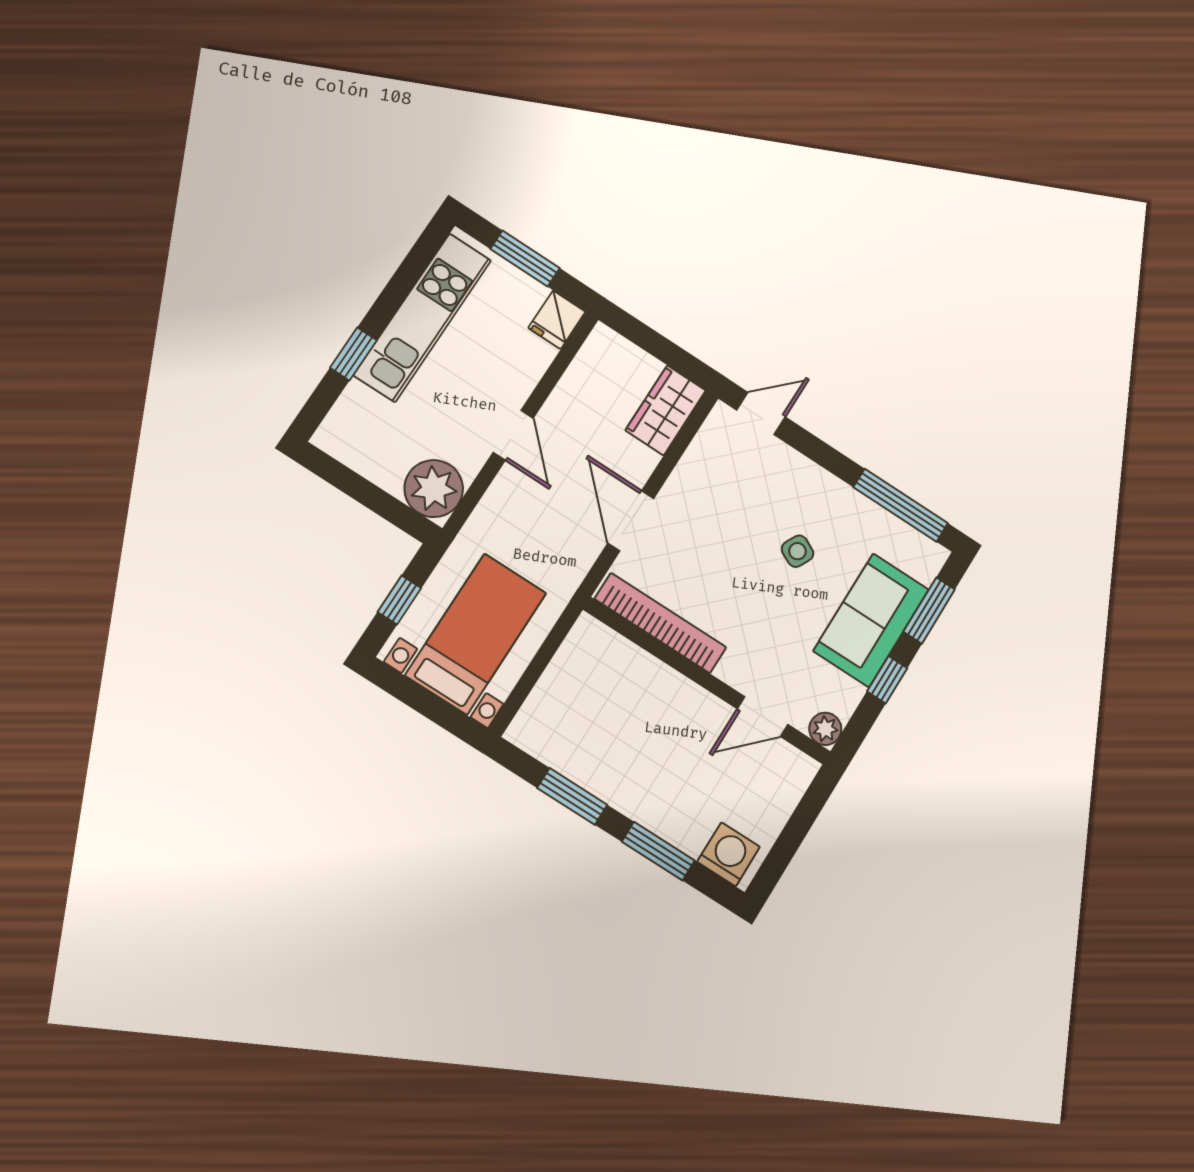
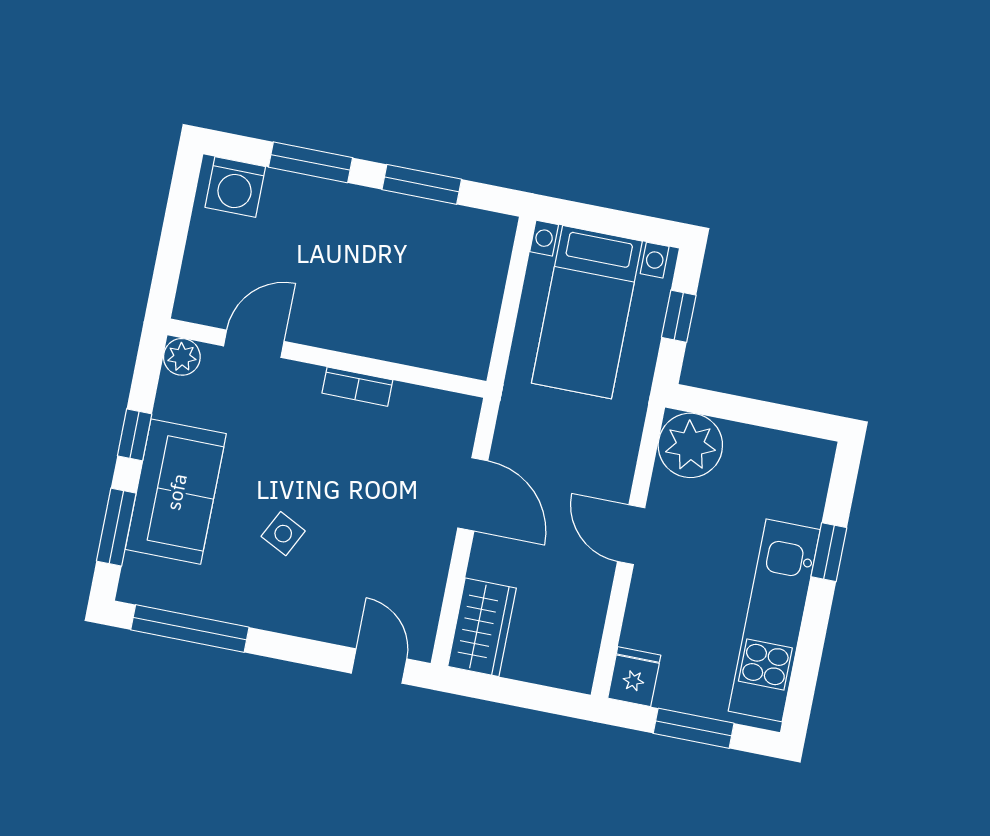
door: (761, 413) -> (379, 666), swing flipped
bookcase: (660, 623) -> (357, 387), width x0.43, depth x0.76

